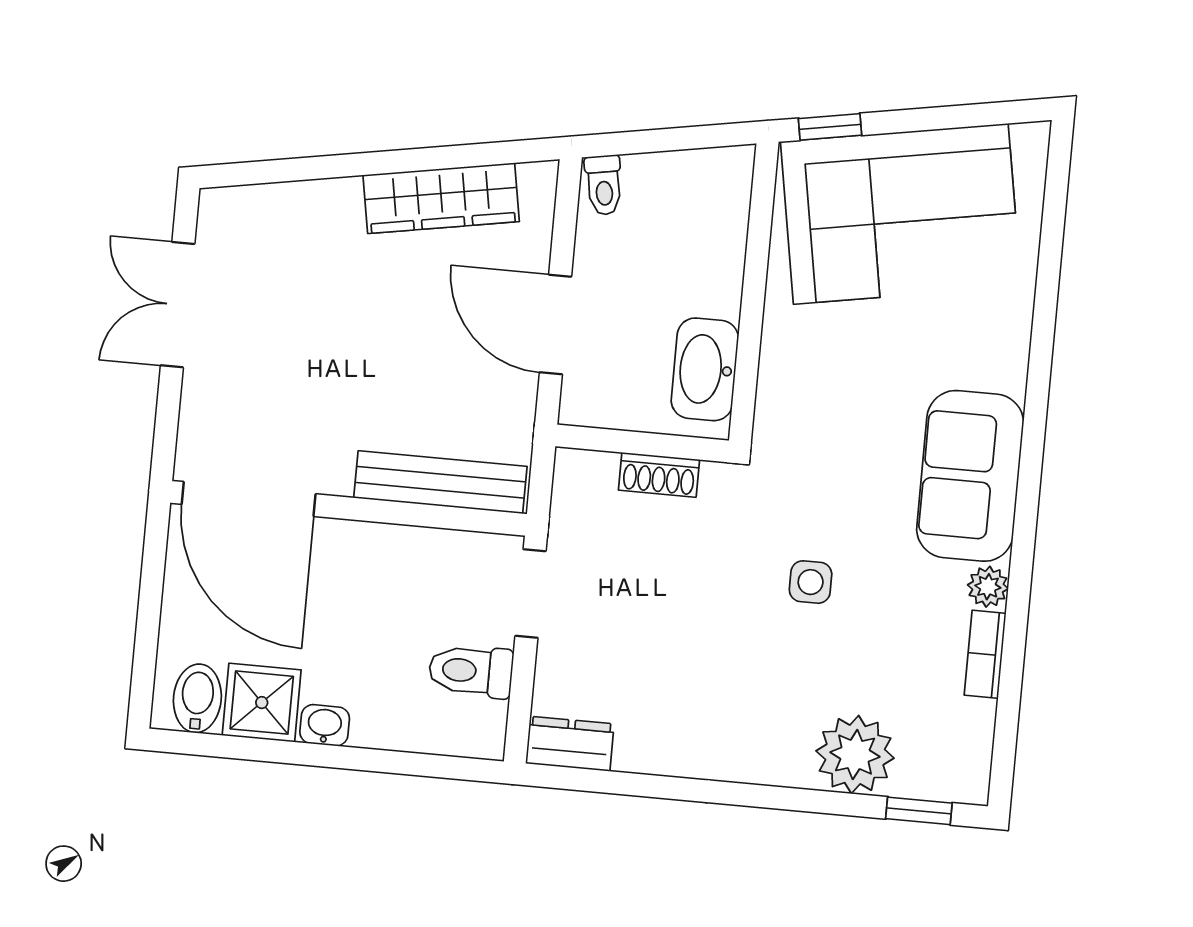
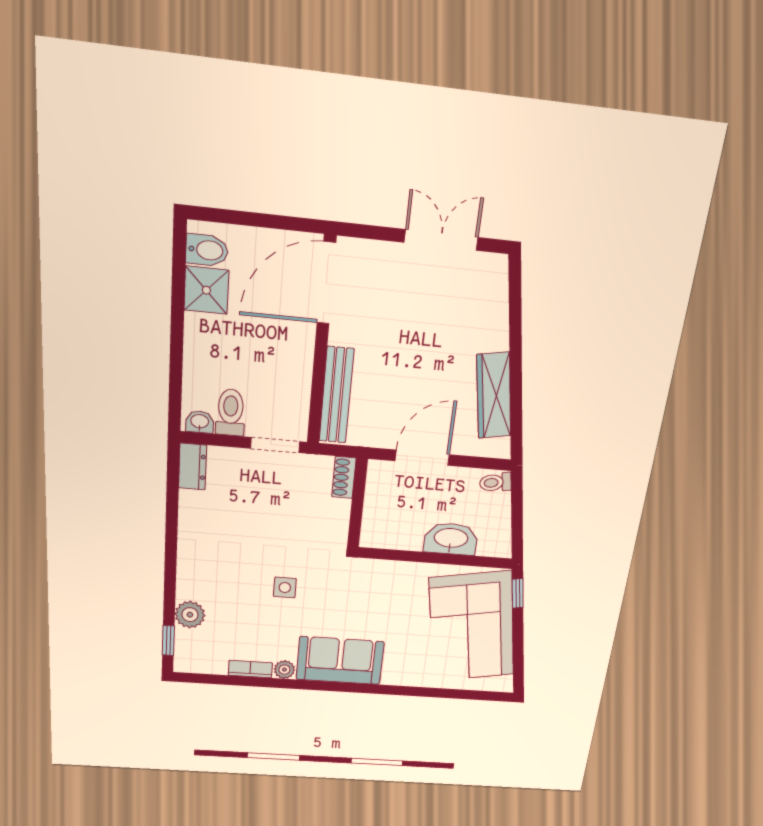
washbasin: (705, 369) -> (451, 539), moved
shoe rack: (659, 475) -> (344, 477), moved
washbasin: (325, 725) -> (200, 422), moved, turned -90
plant: (855, 755) -> (190, 615), width x0.73, depth x0.73

